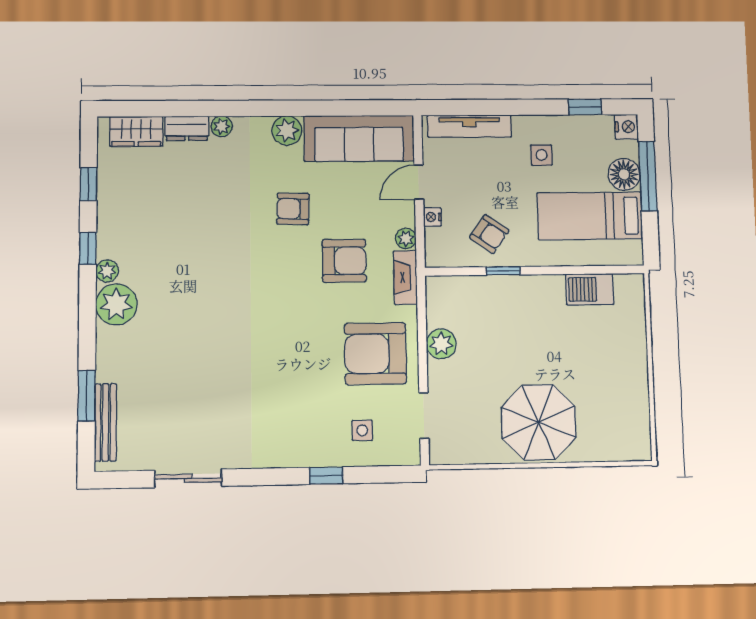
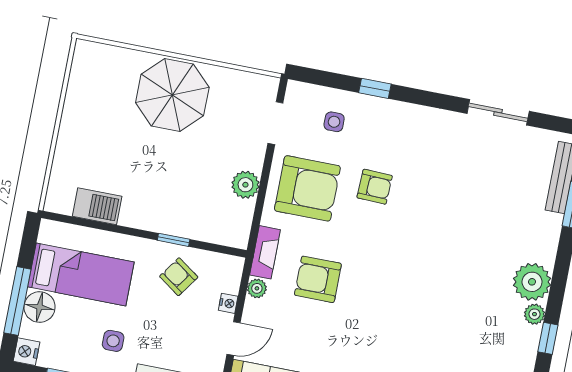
armchair: (293, 209) -> (375, 187), moved

